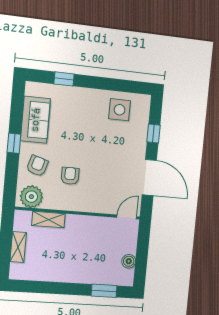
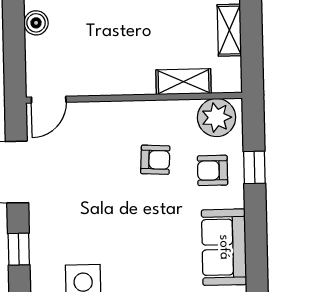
window: (14, 143) -> (254, 167), moved
armchair: (37, 166) -> (213, 170), turned 73
armchair: (70, 176) -> (155, 160), turned -87

